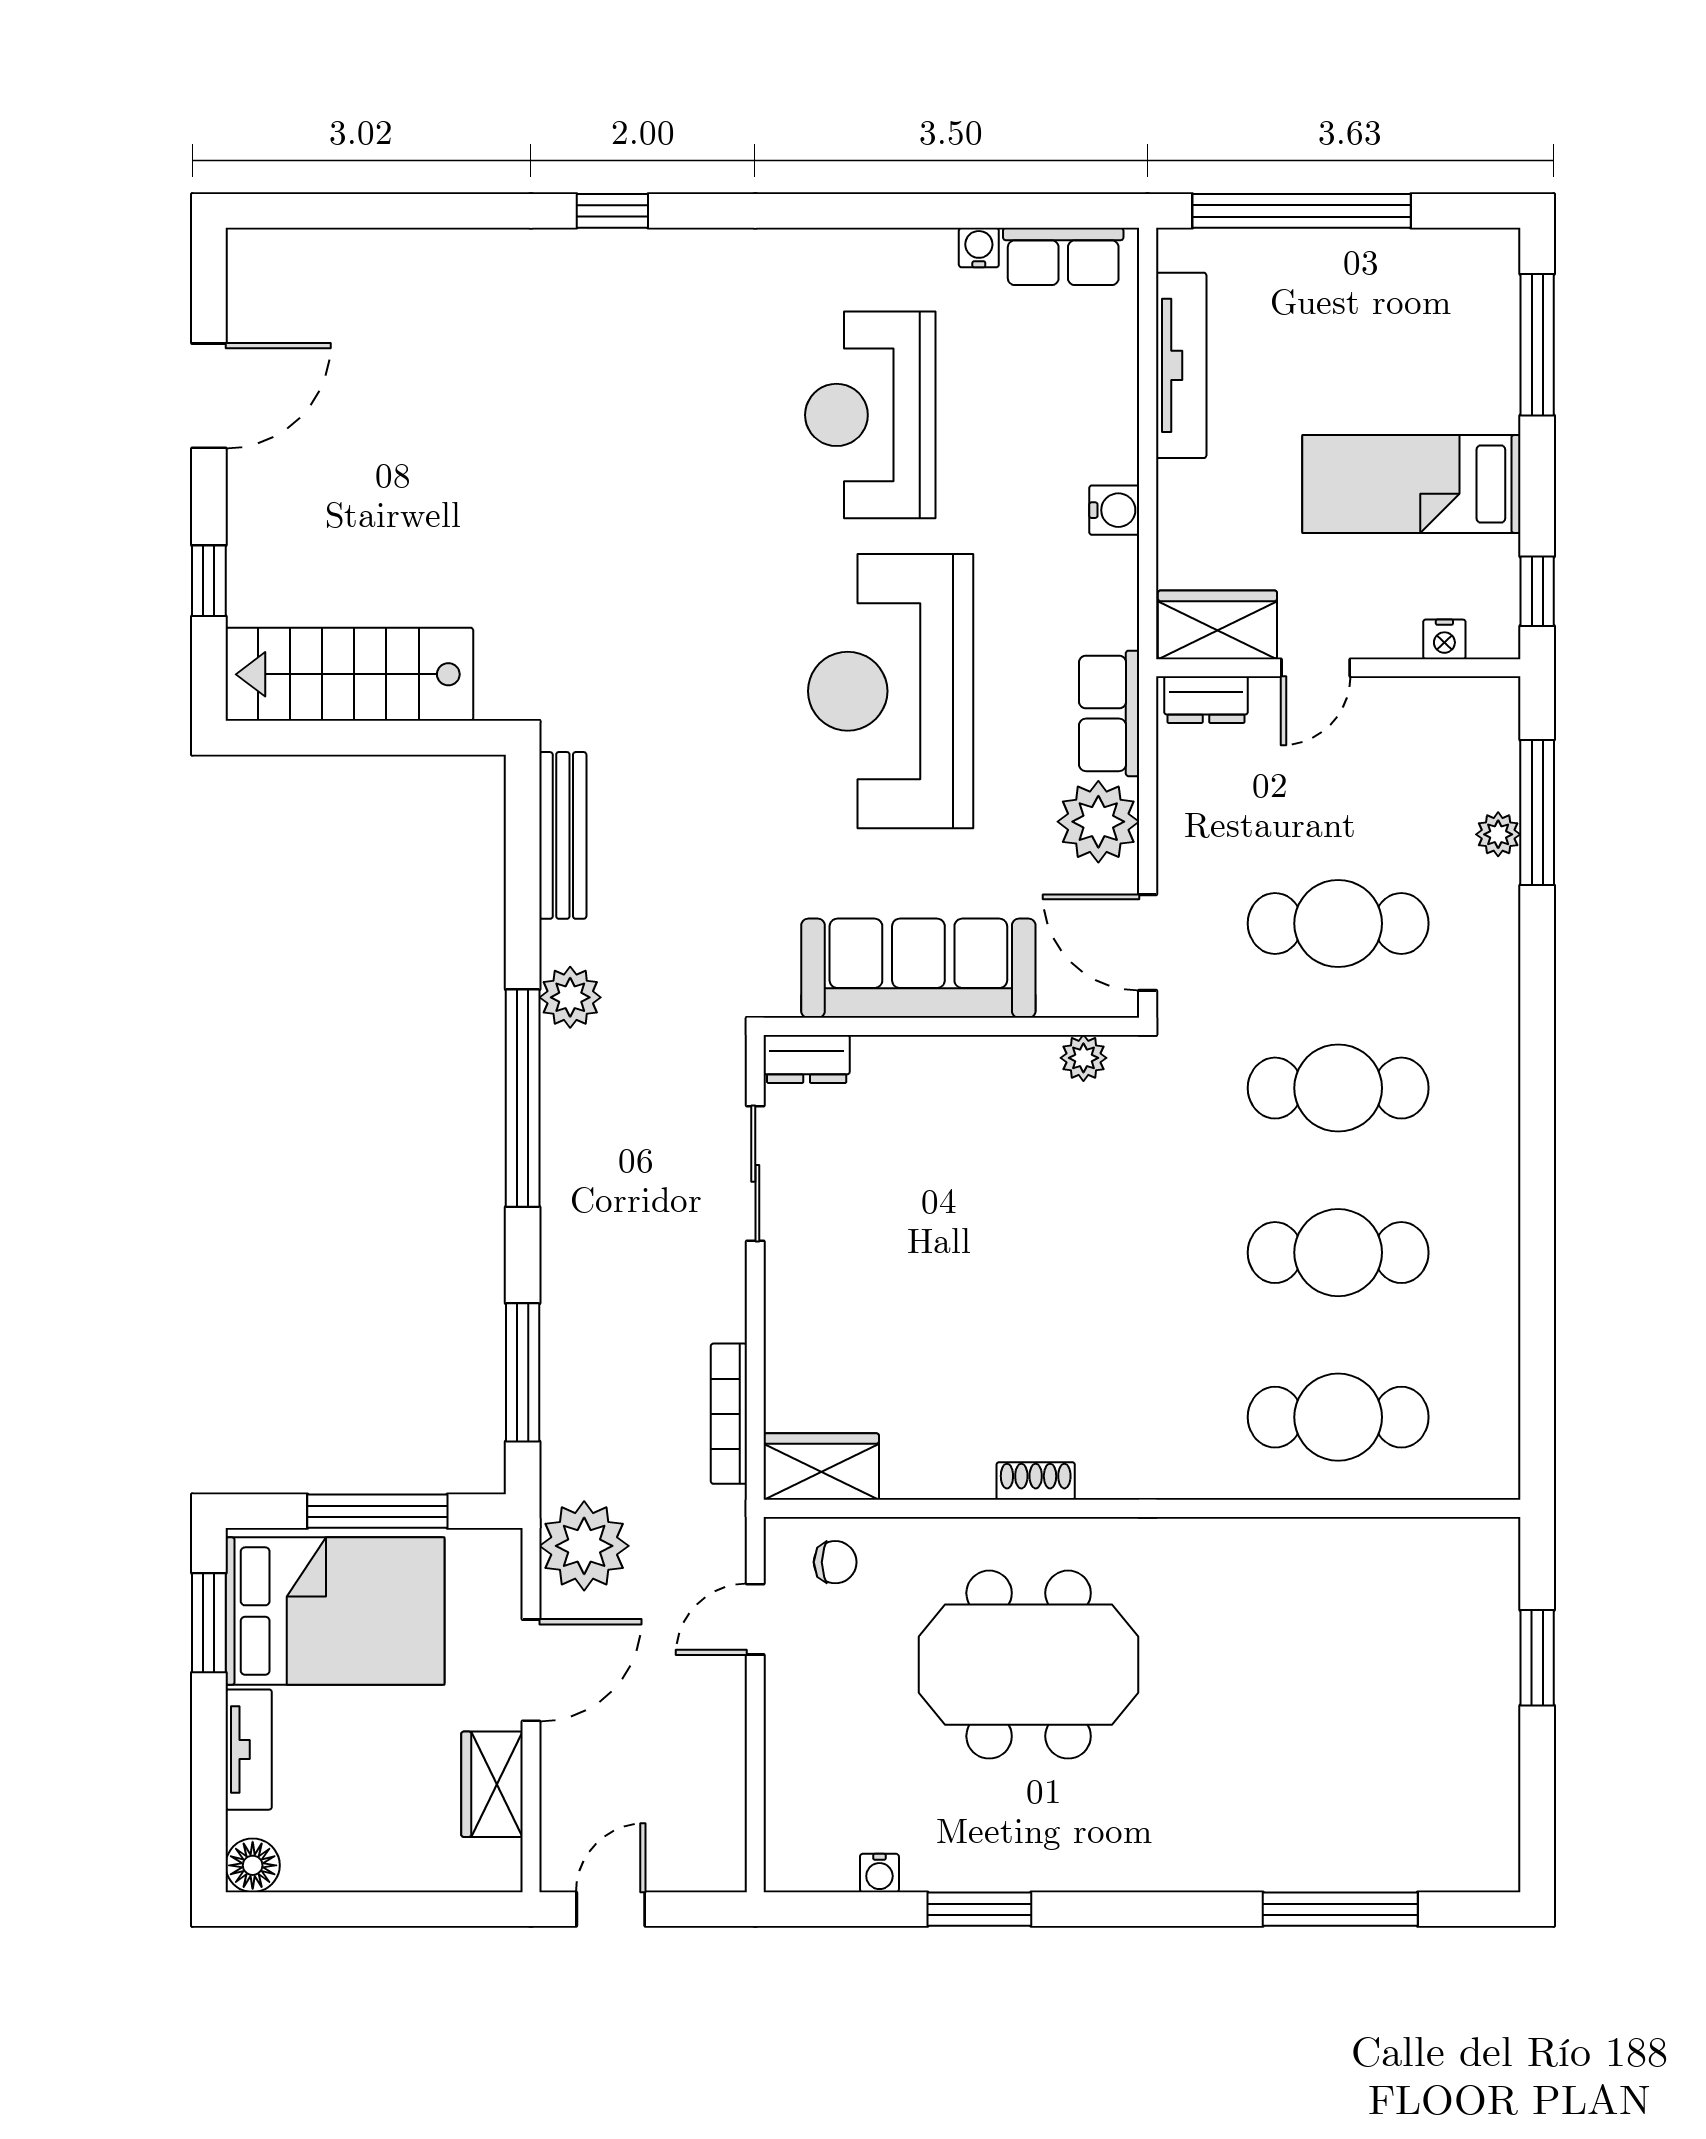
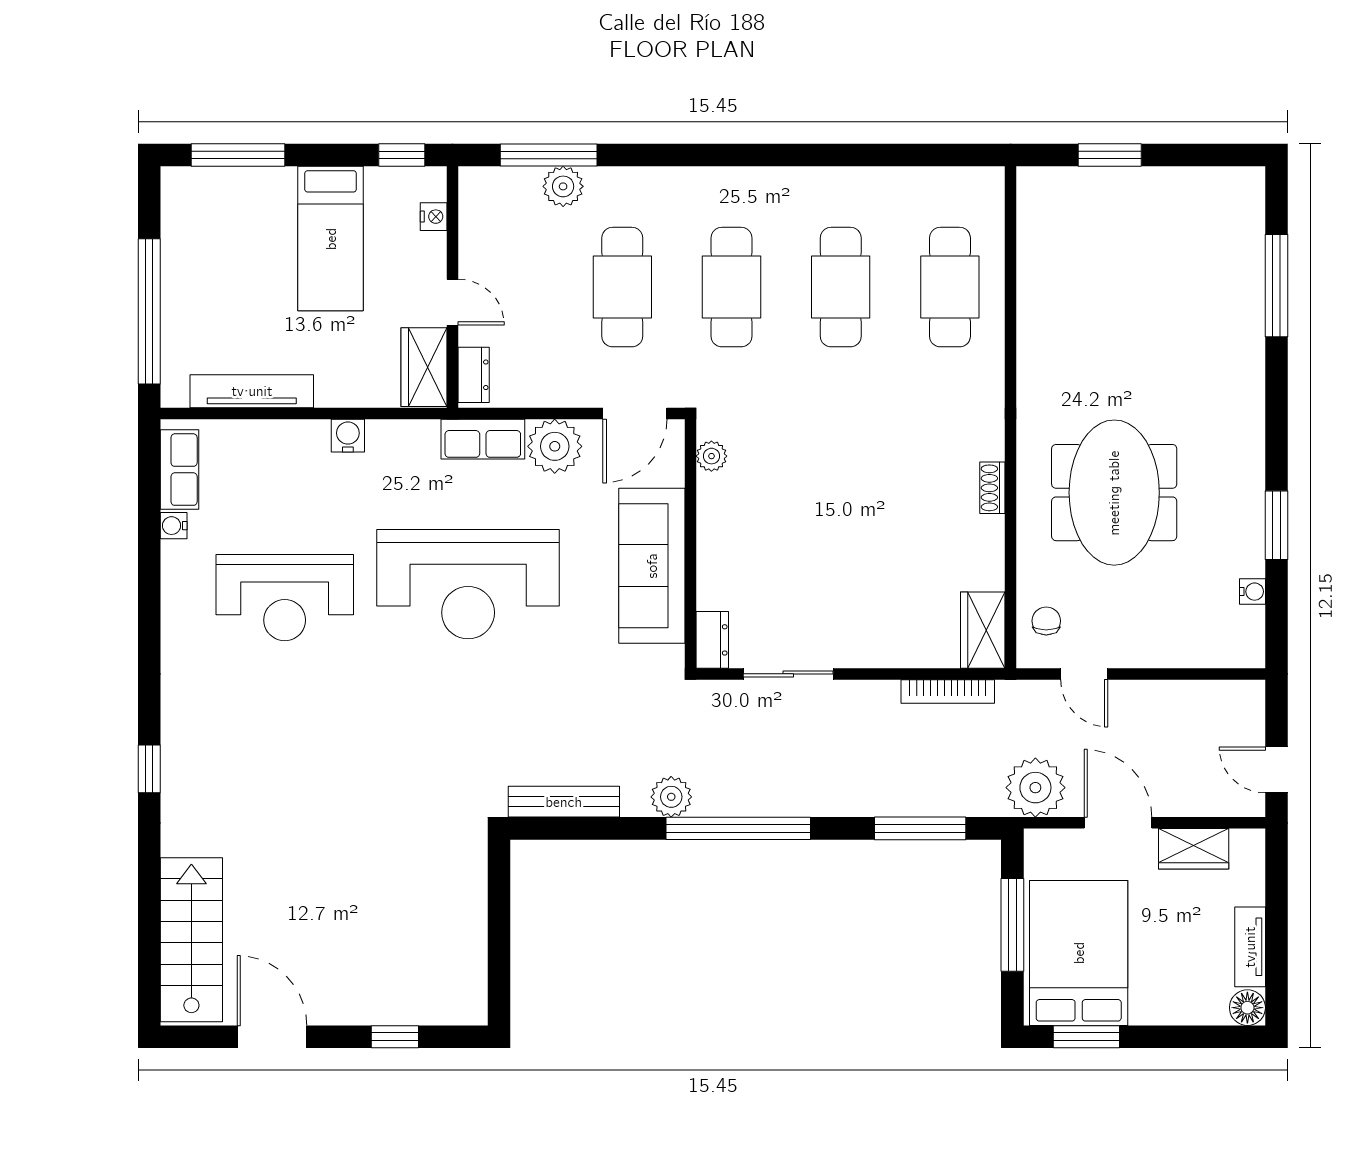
stairs: (349, 674) -> (191, 940), moved, turned 180
plant: (1498, 834) -> (563, 186), width x1.38, depth x1.38
tv unit: (249, 1750) -> (1250, 947), moved, turned -90

